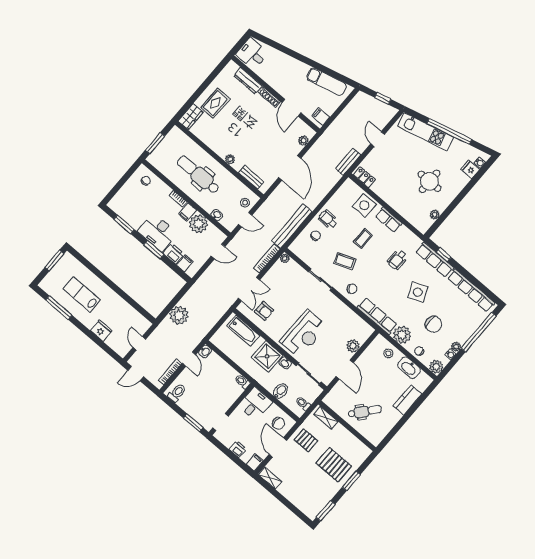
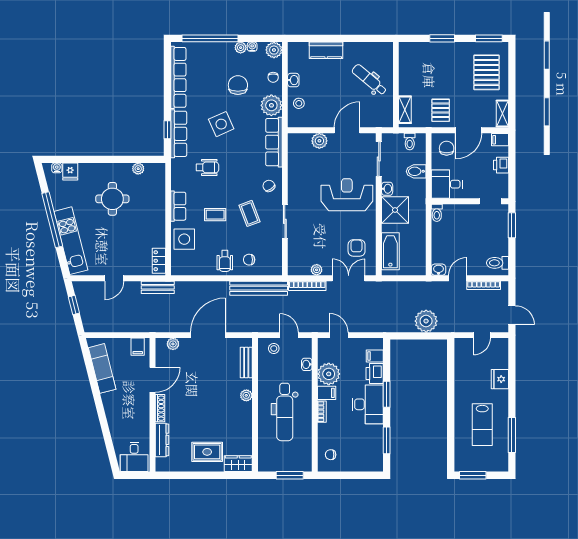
plant: (285, 258) -> (317, 270), moved
washbasin: (409, 368) -> (293, 80), width x0.52, depth x0.69
pallet: (334, 465) -> (486, 72), moved

